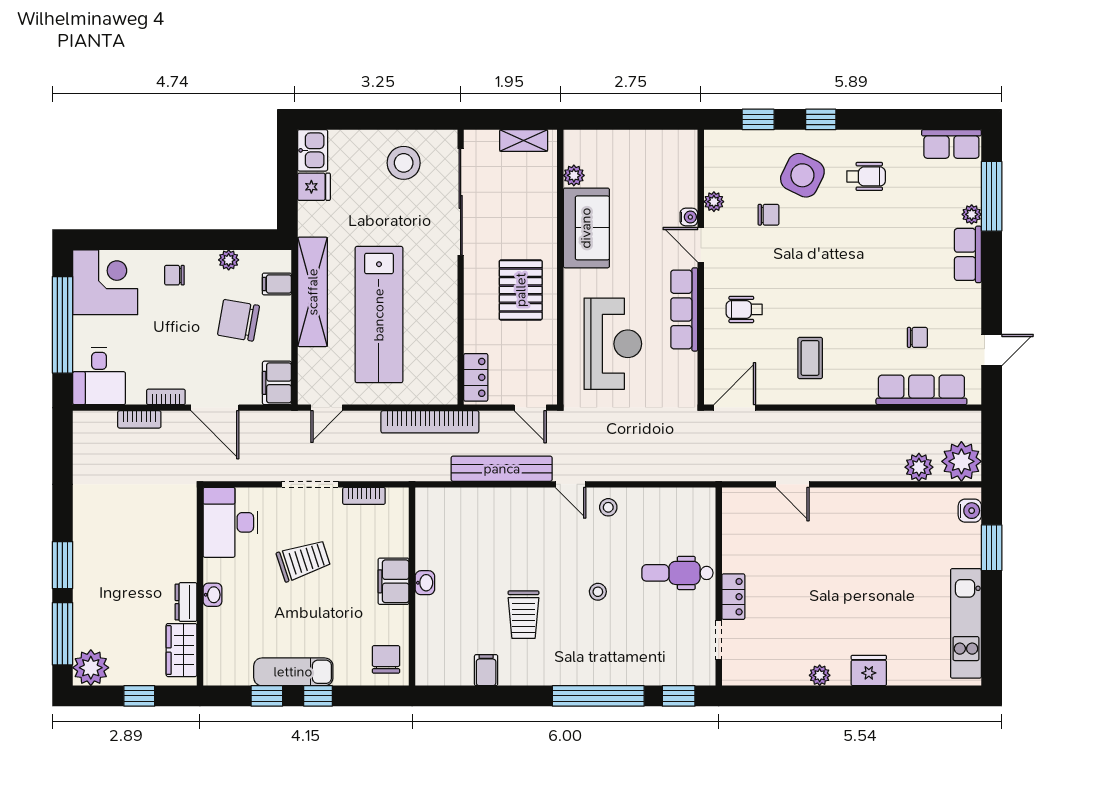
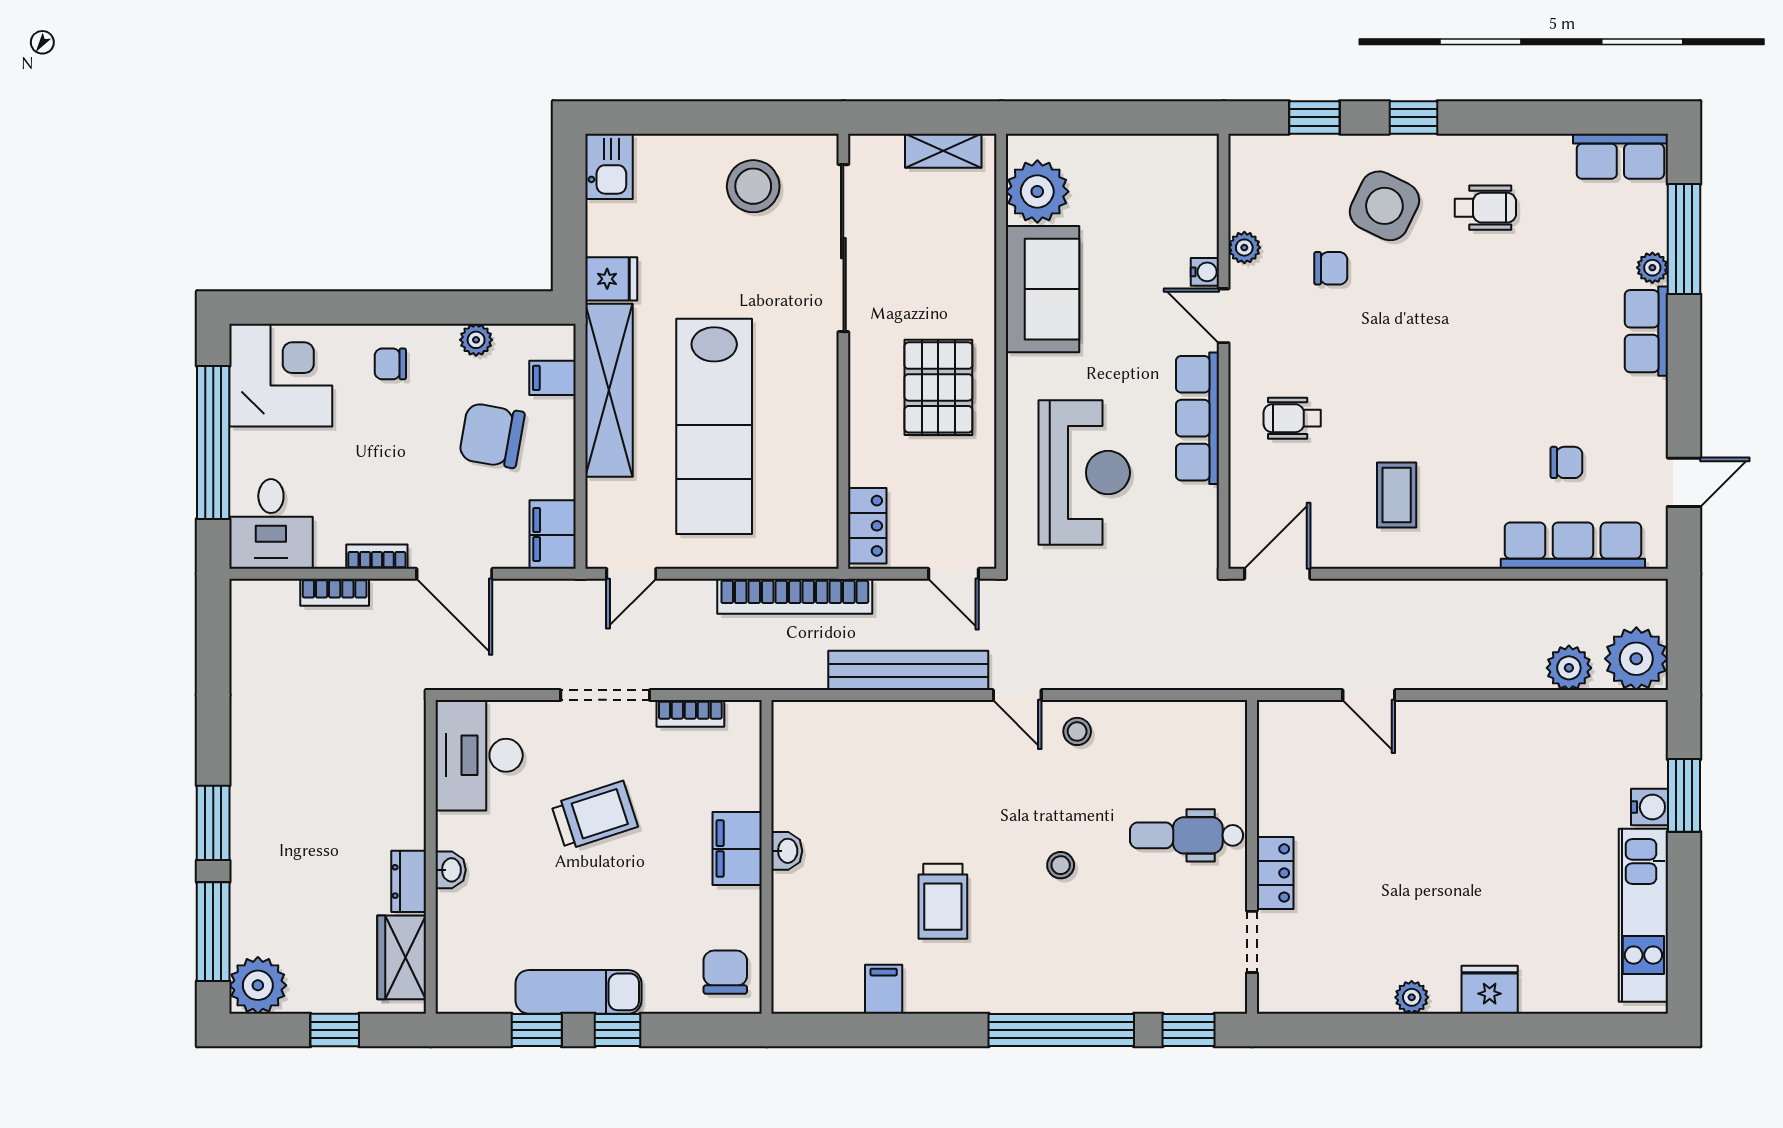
plant: (574, 175) -> (1037, 192), width x1.88, depth x1.88
fridge: (314, 187) -> (611, 279), moved
water cooler: (970, 511) -> (1649, 807), moved

